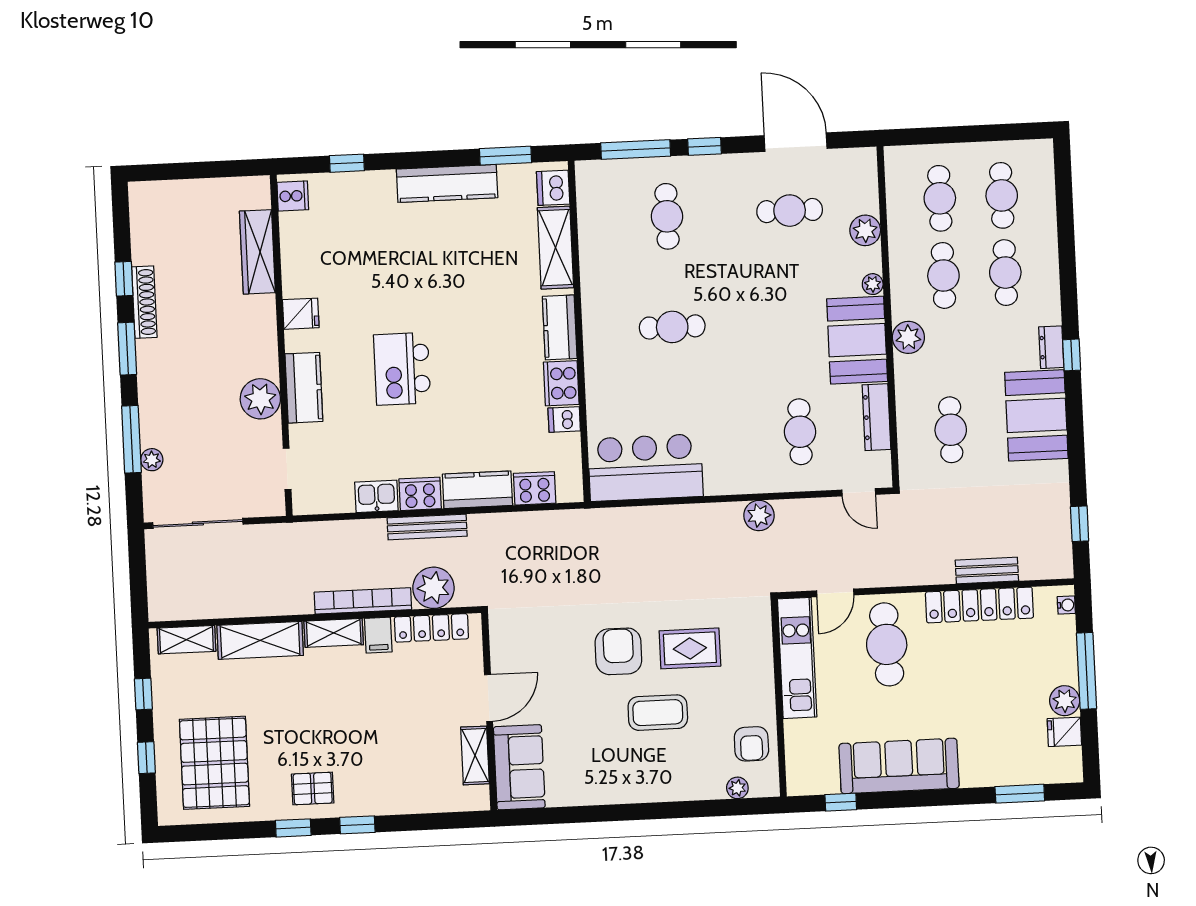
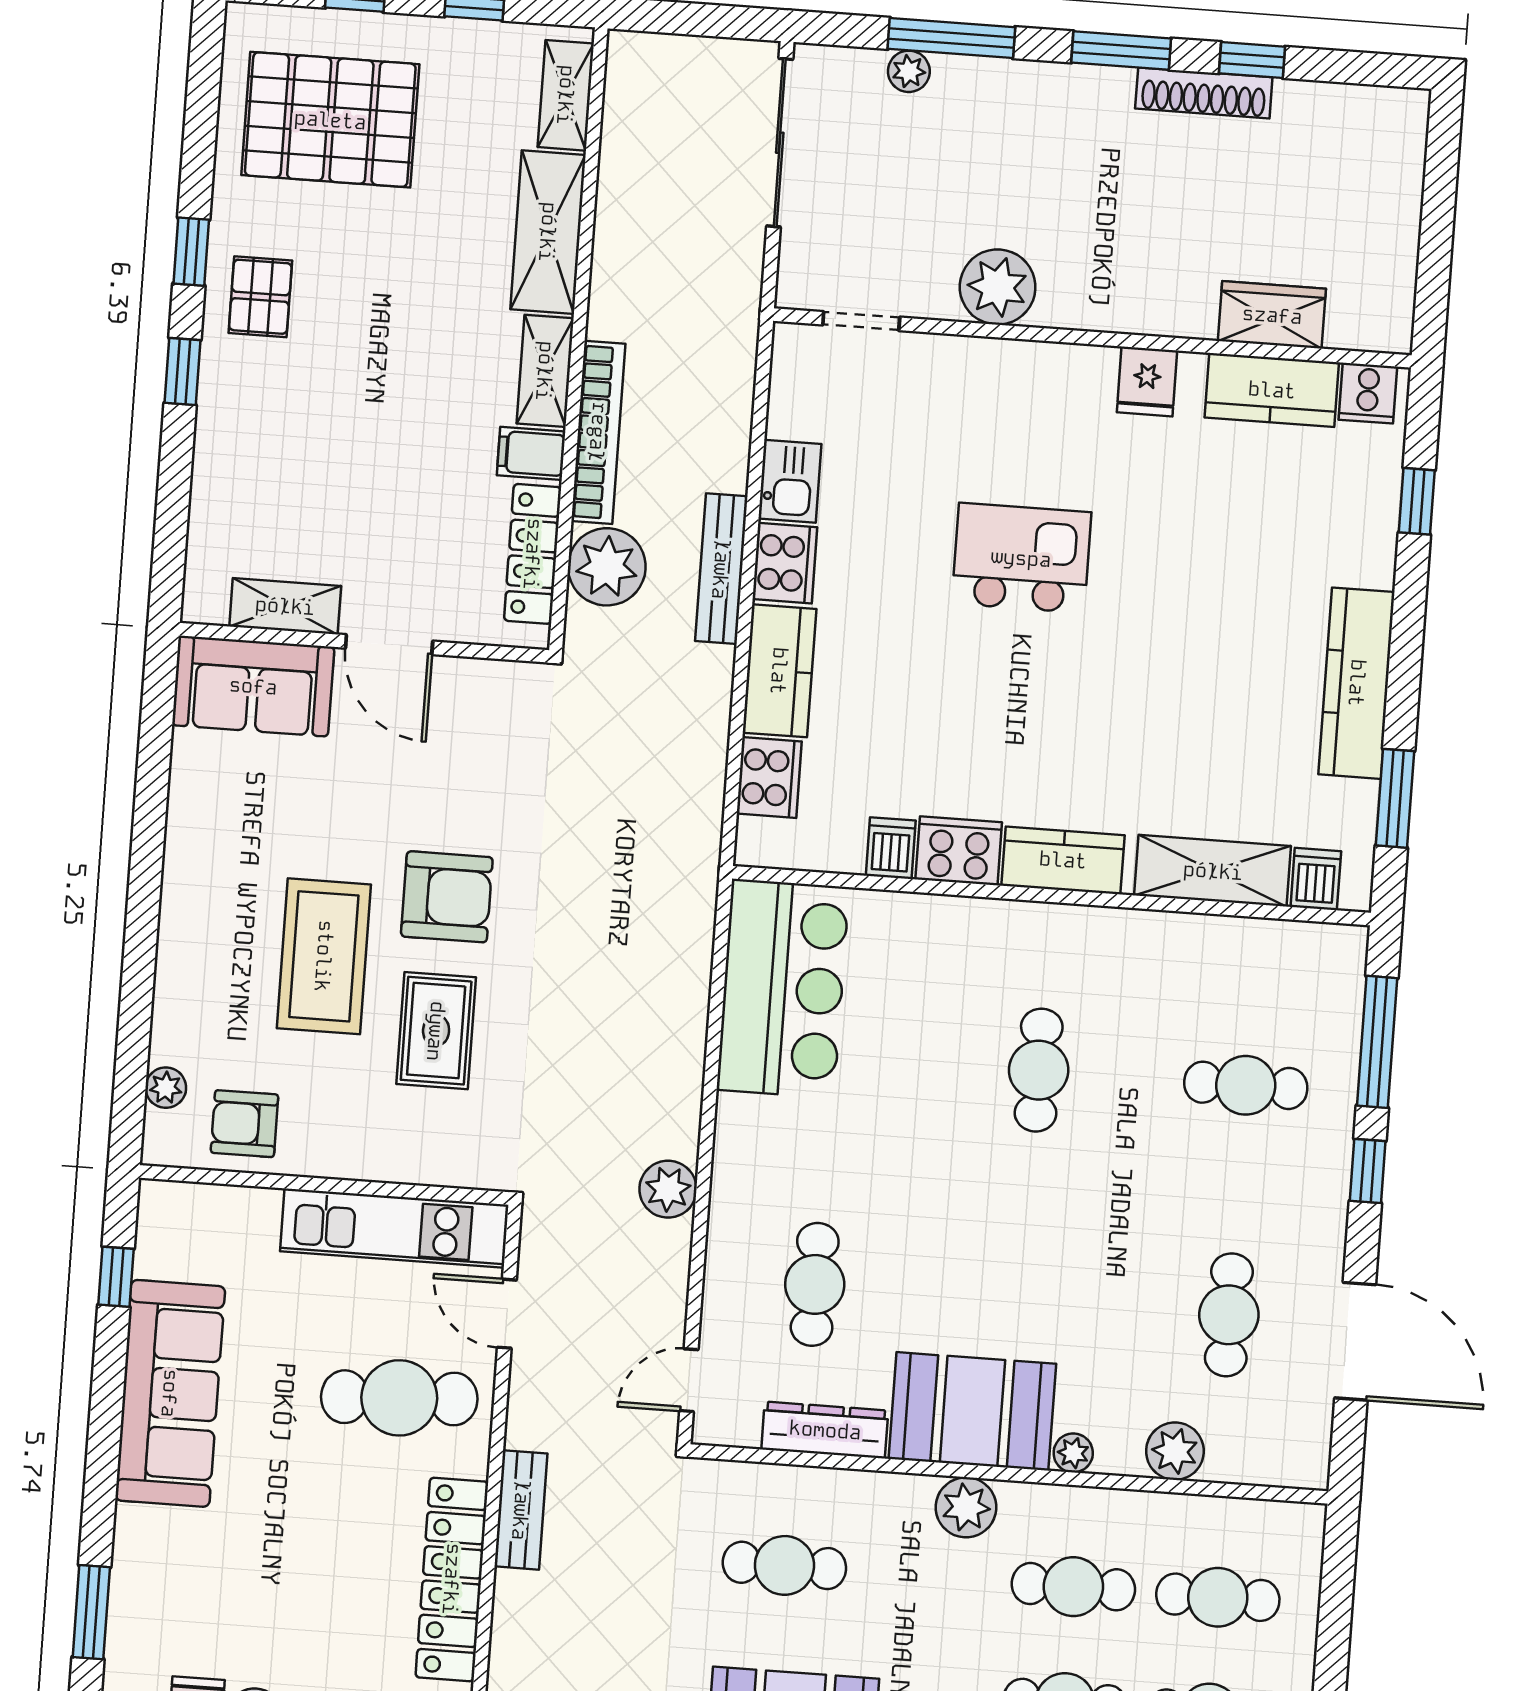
door: (796, 142) -> (1355, 1341), hinge flipped
dishwasher: (553, 188) -> (1316, 879), width x0.73
wardrobe: (257, 252) -> (1272, 315), width x0.67
kitchen counter: (304, 388) -> (1272, 390), moved
cafe table: (800, 432) -> (815, 1284), turned 90
bench: (987, 570) -> (521, 1510), moved
coffee table: (658, 713) -> (324, 956), width x1.36, depth x1.32

